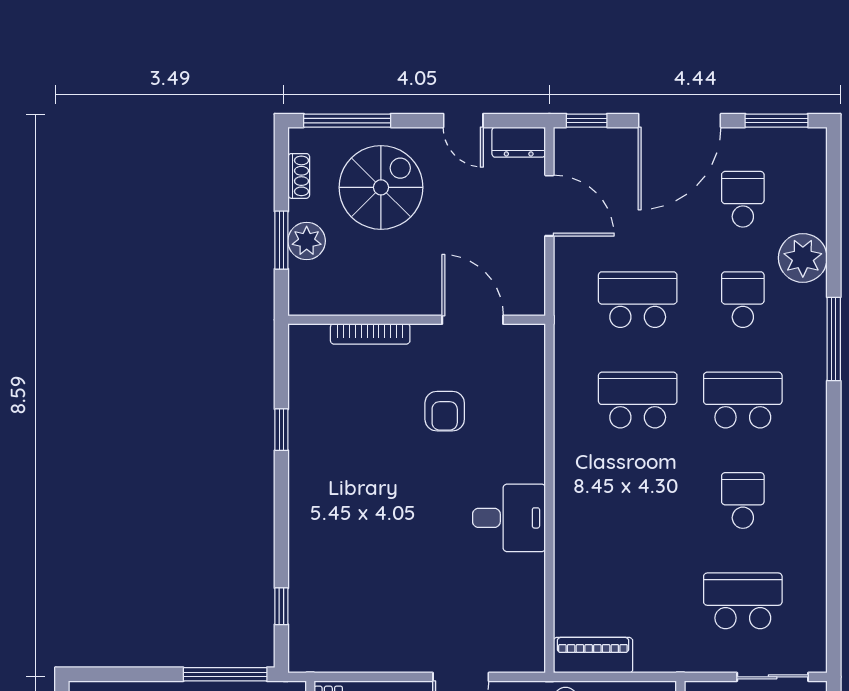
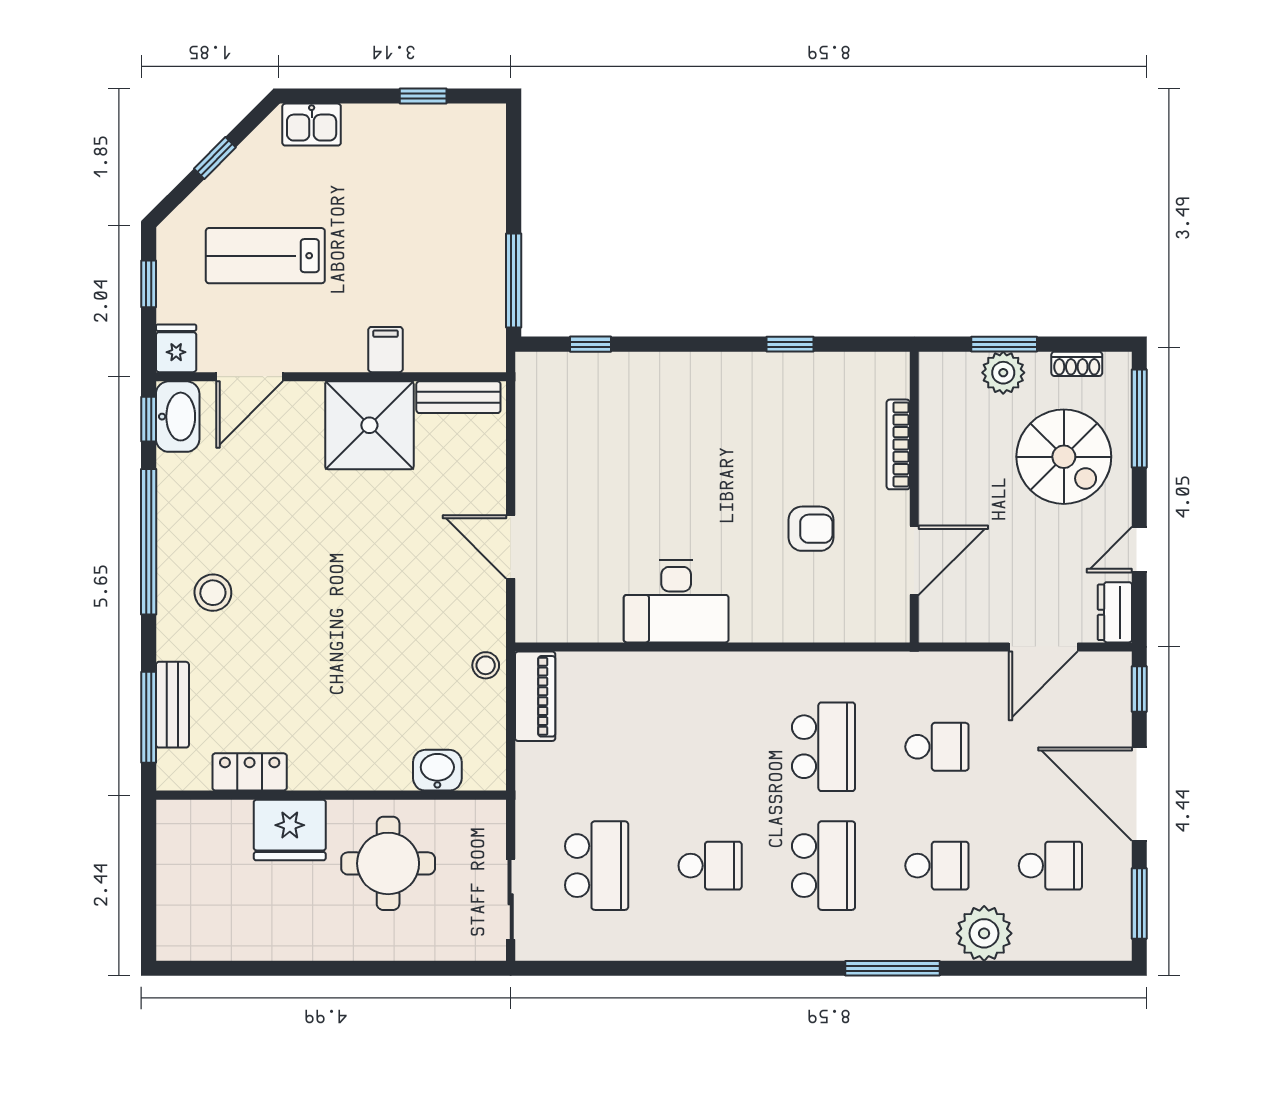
school desk: (638, 300) -> (937, 747), width x0.54
armchair: (445, 411) -> (811, 529), turned 180
desk: (509, 518) -> (676, 601), width x1.37

